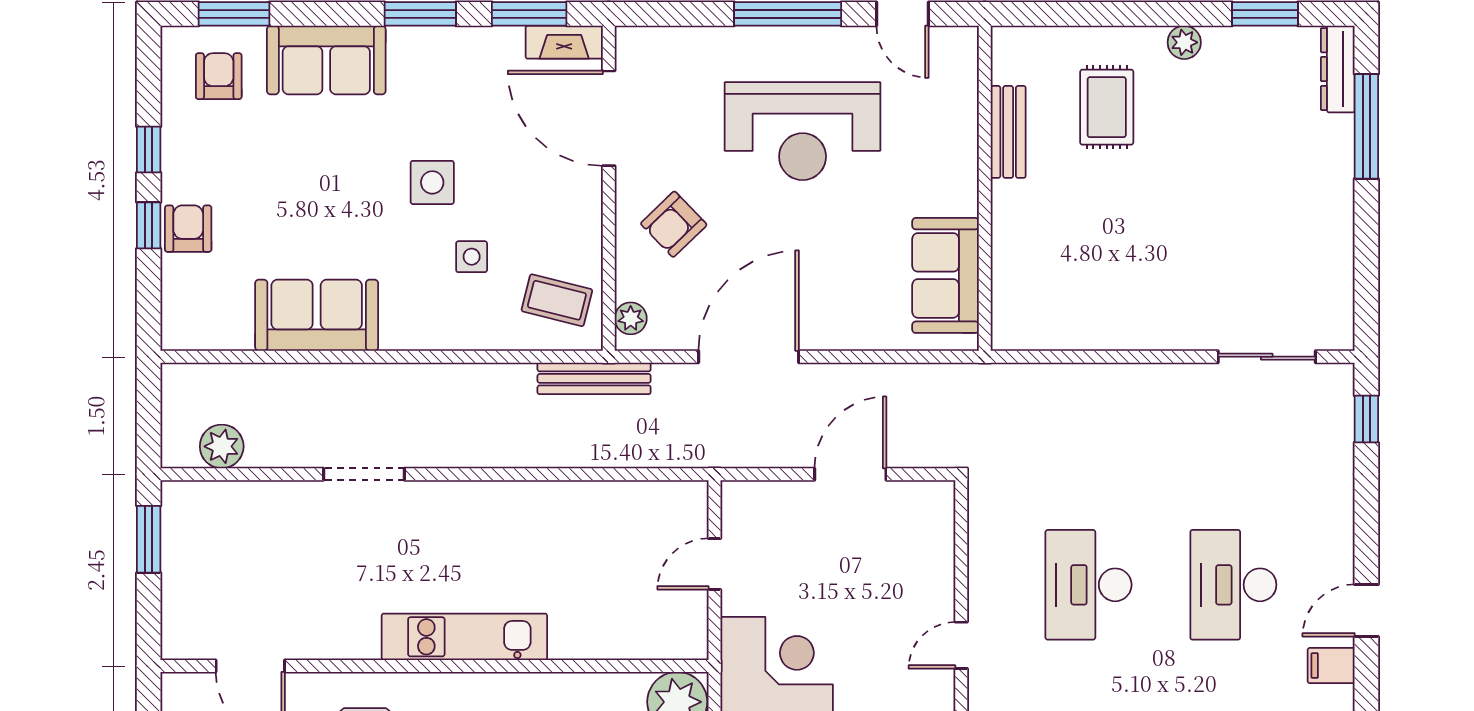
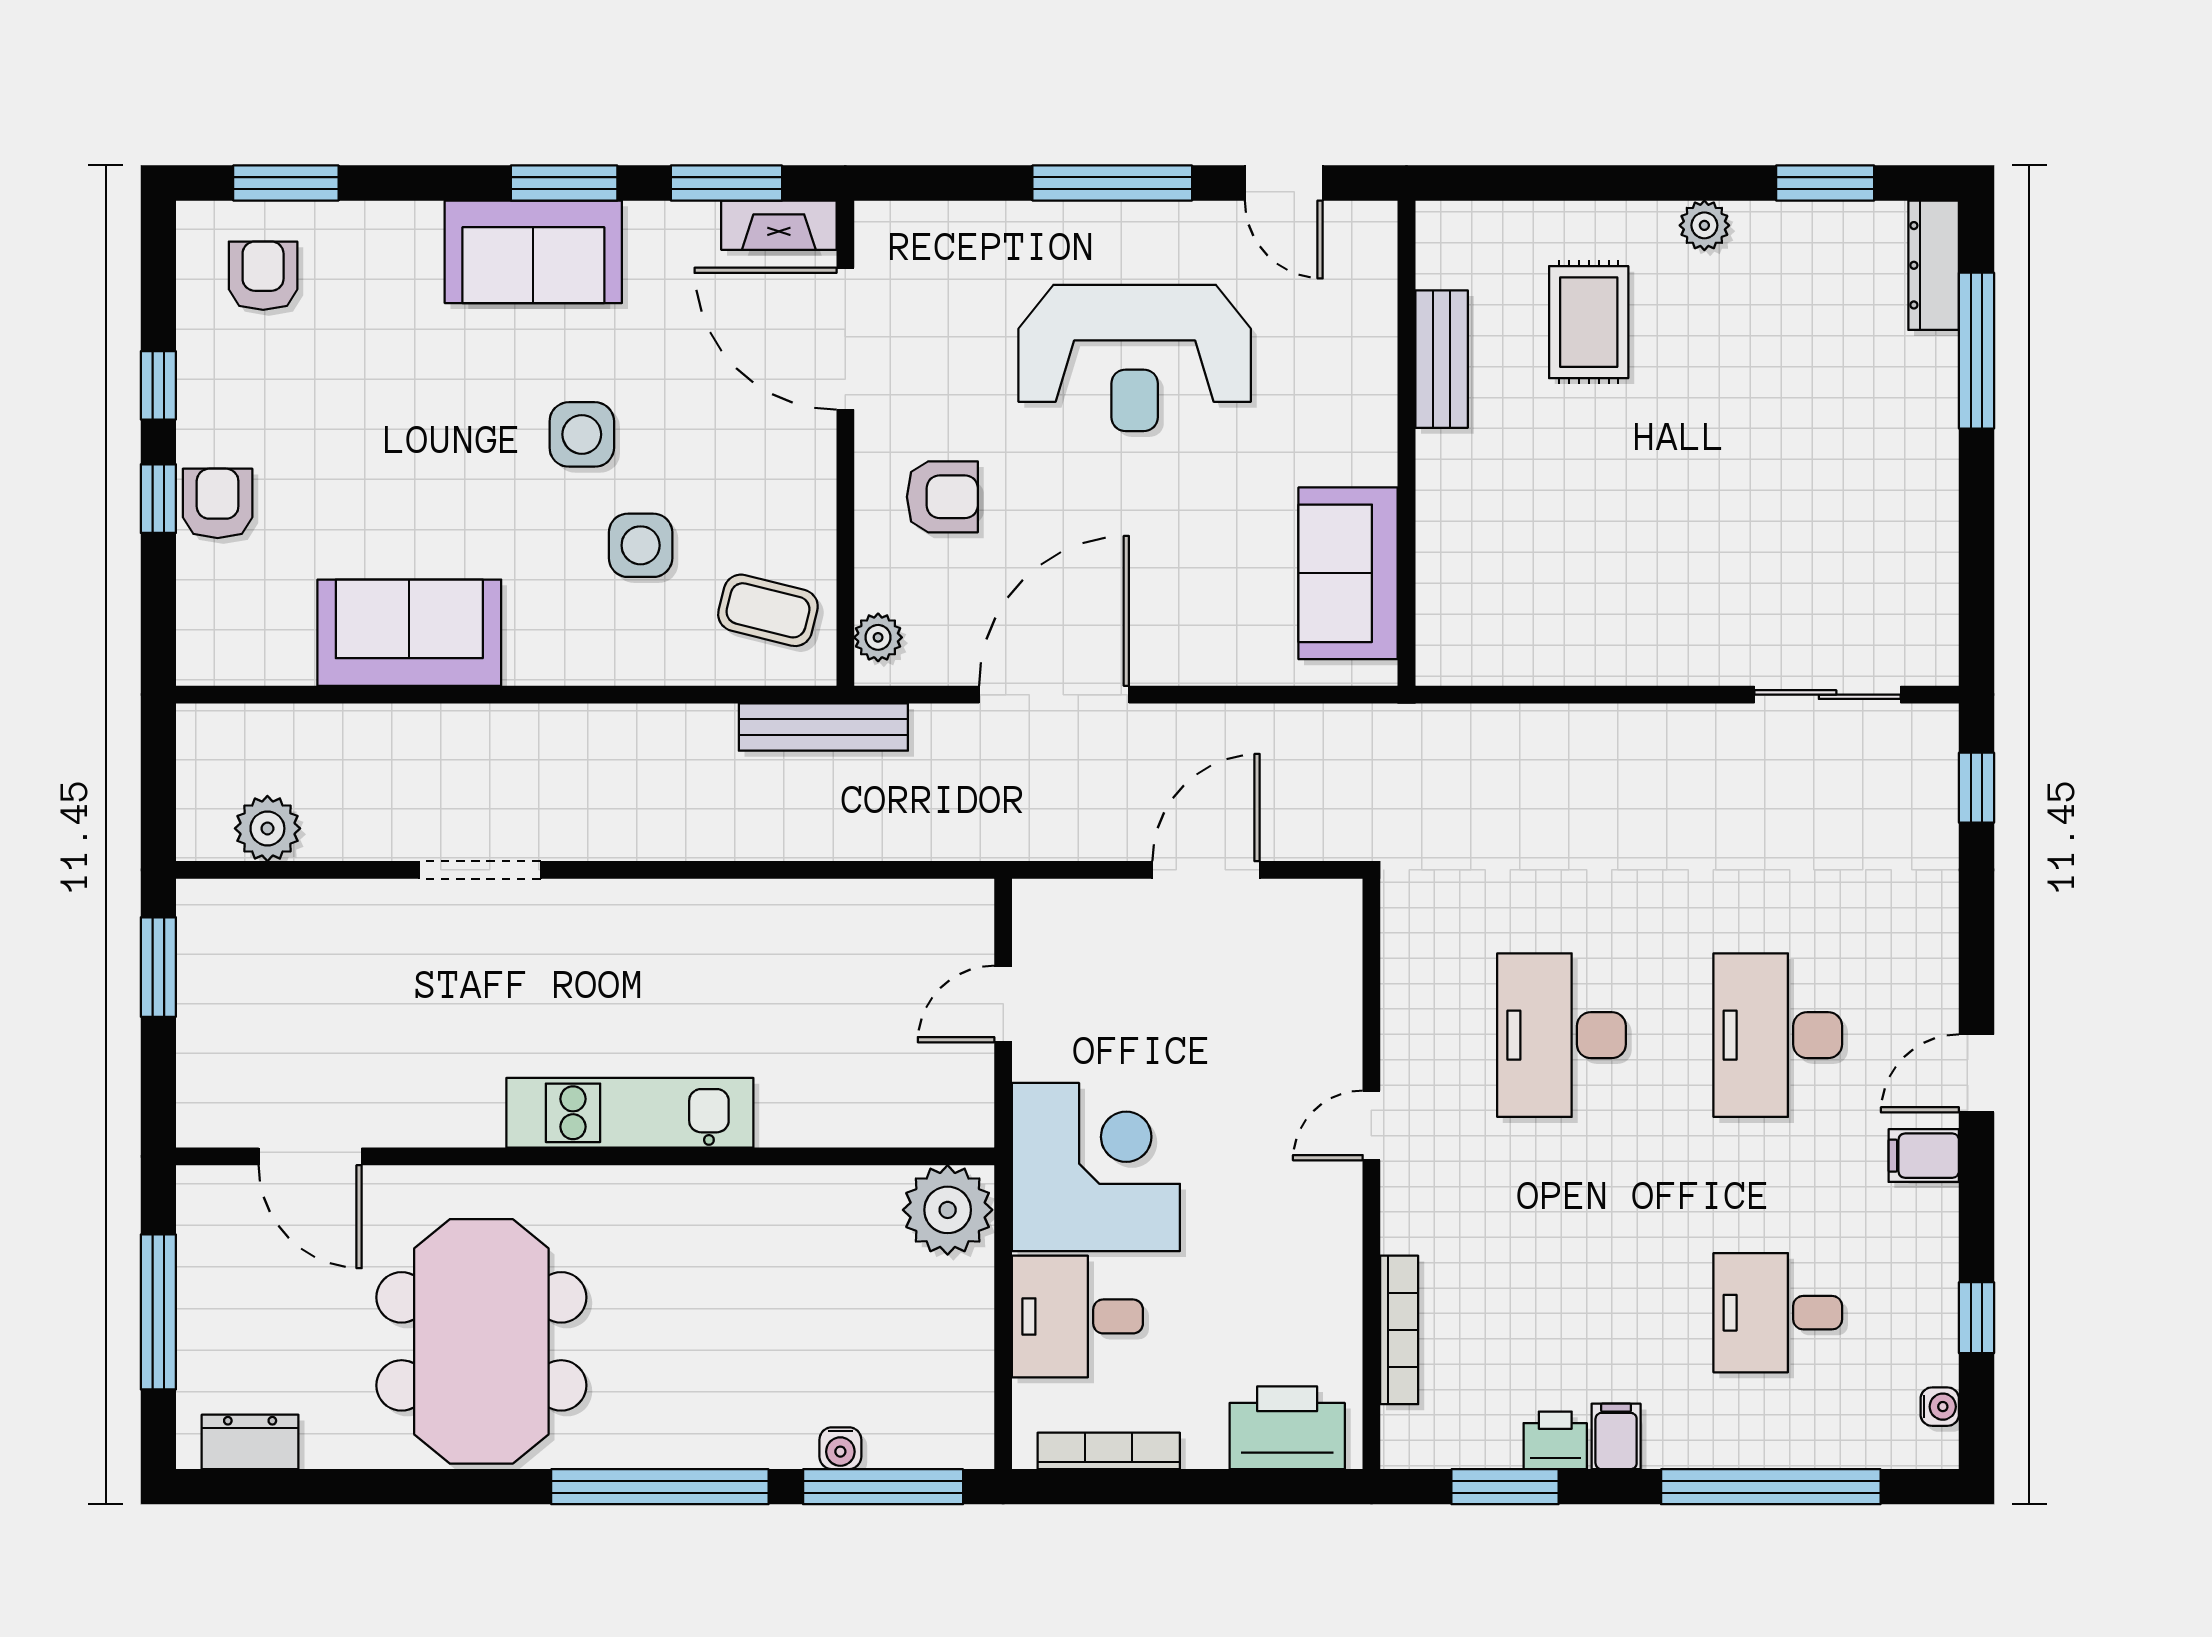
sofa: (326, 60) -> (533, 252), moved
armchair: (674, 224) -> (942, 497), turned -136
side table: (472, 257) -> (641, 545), width x1.37, depth x1.37

